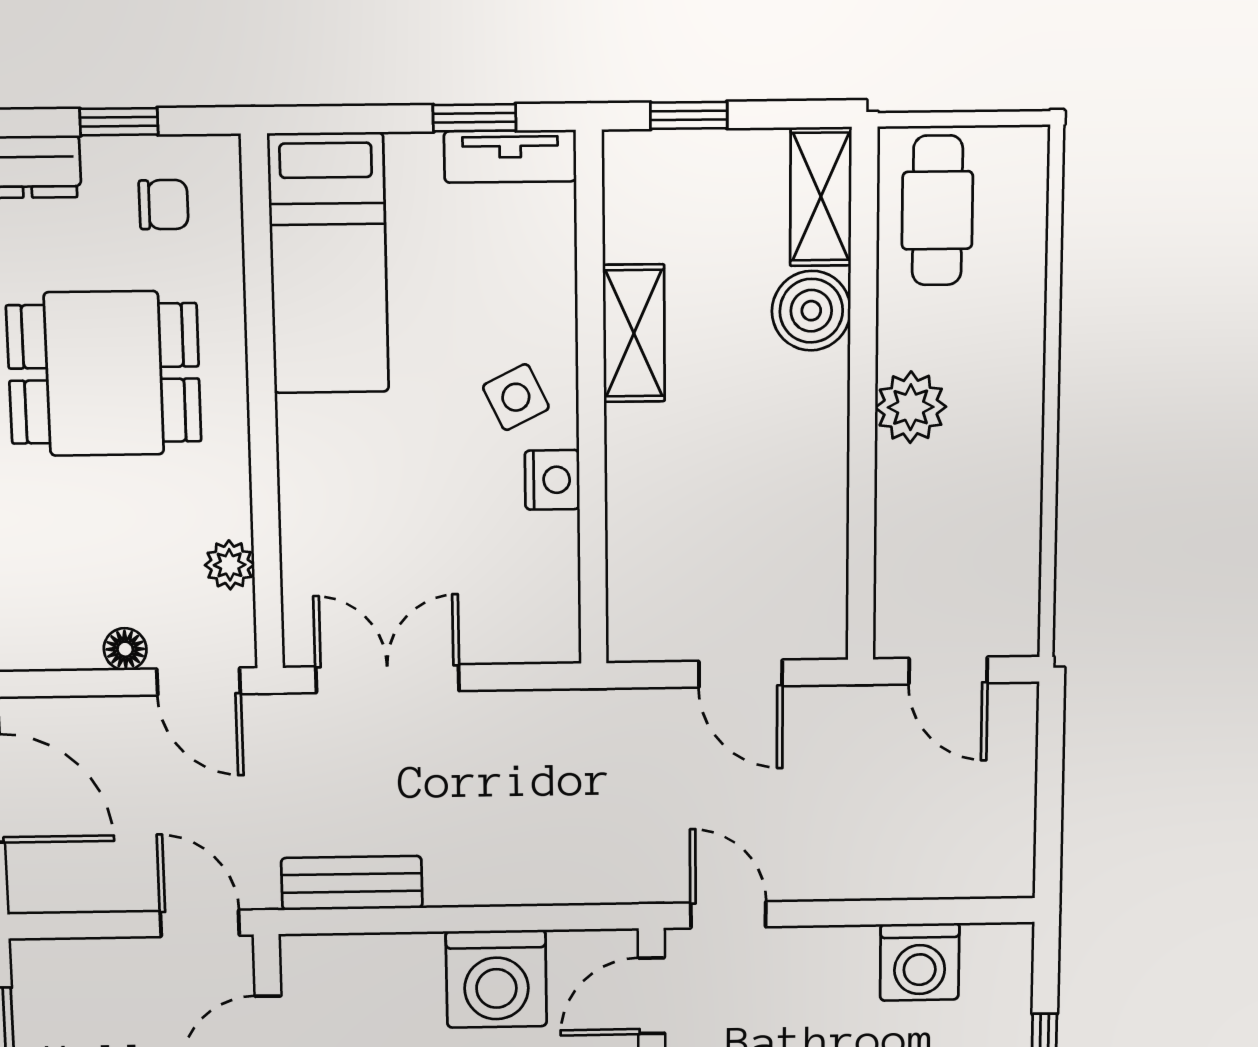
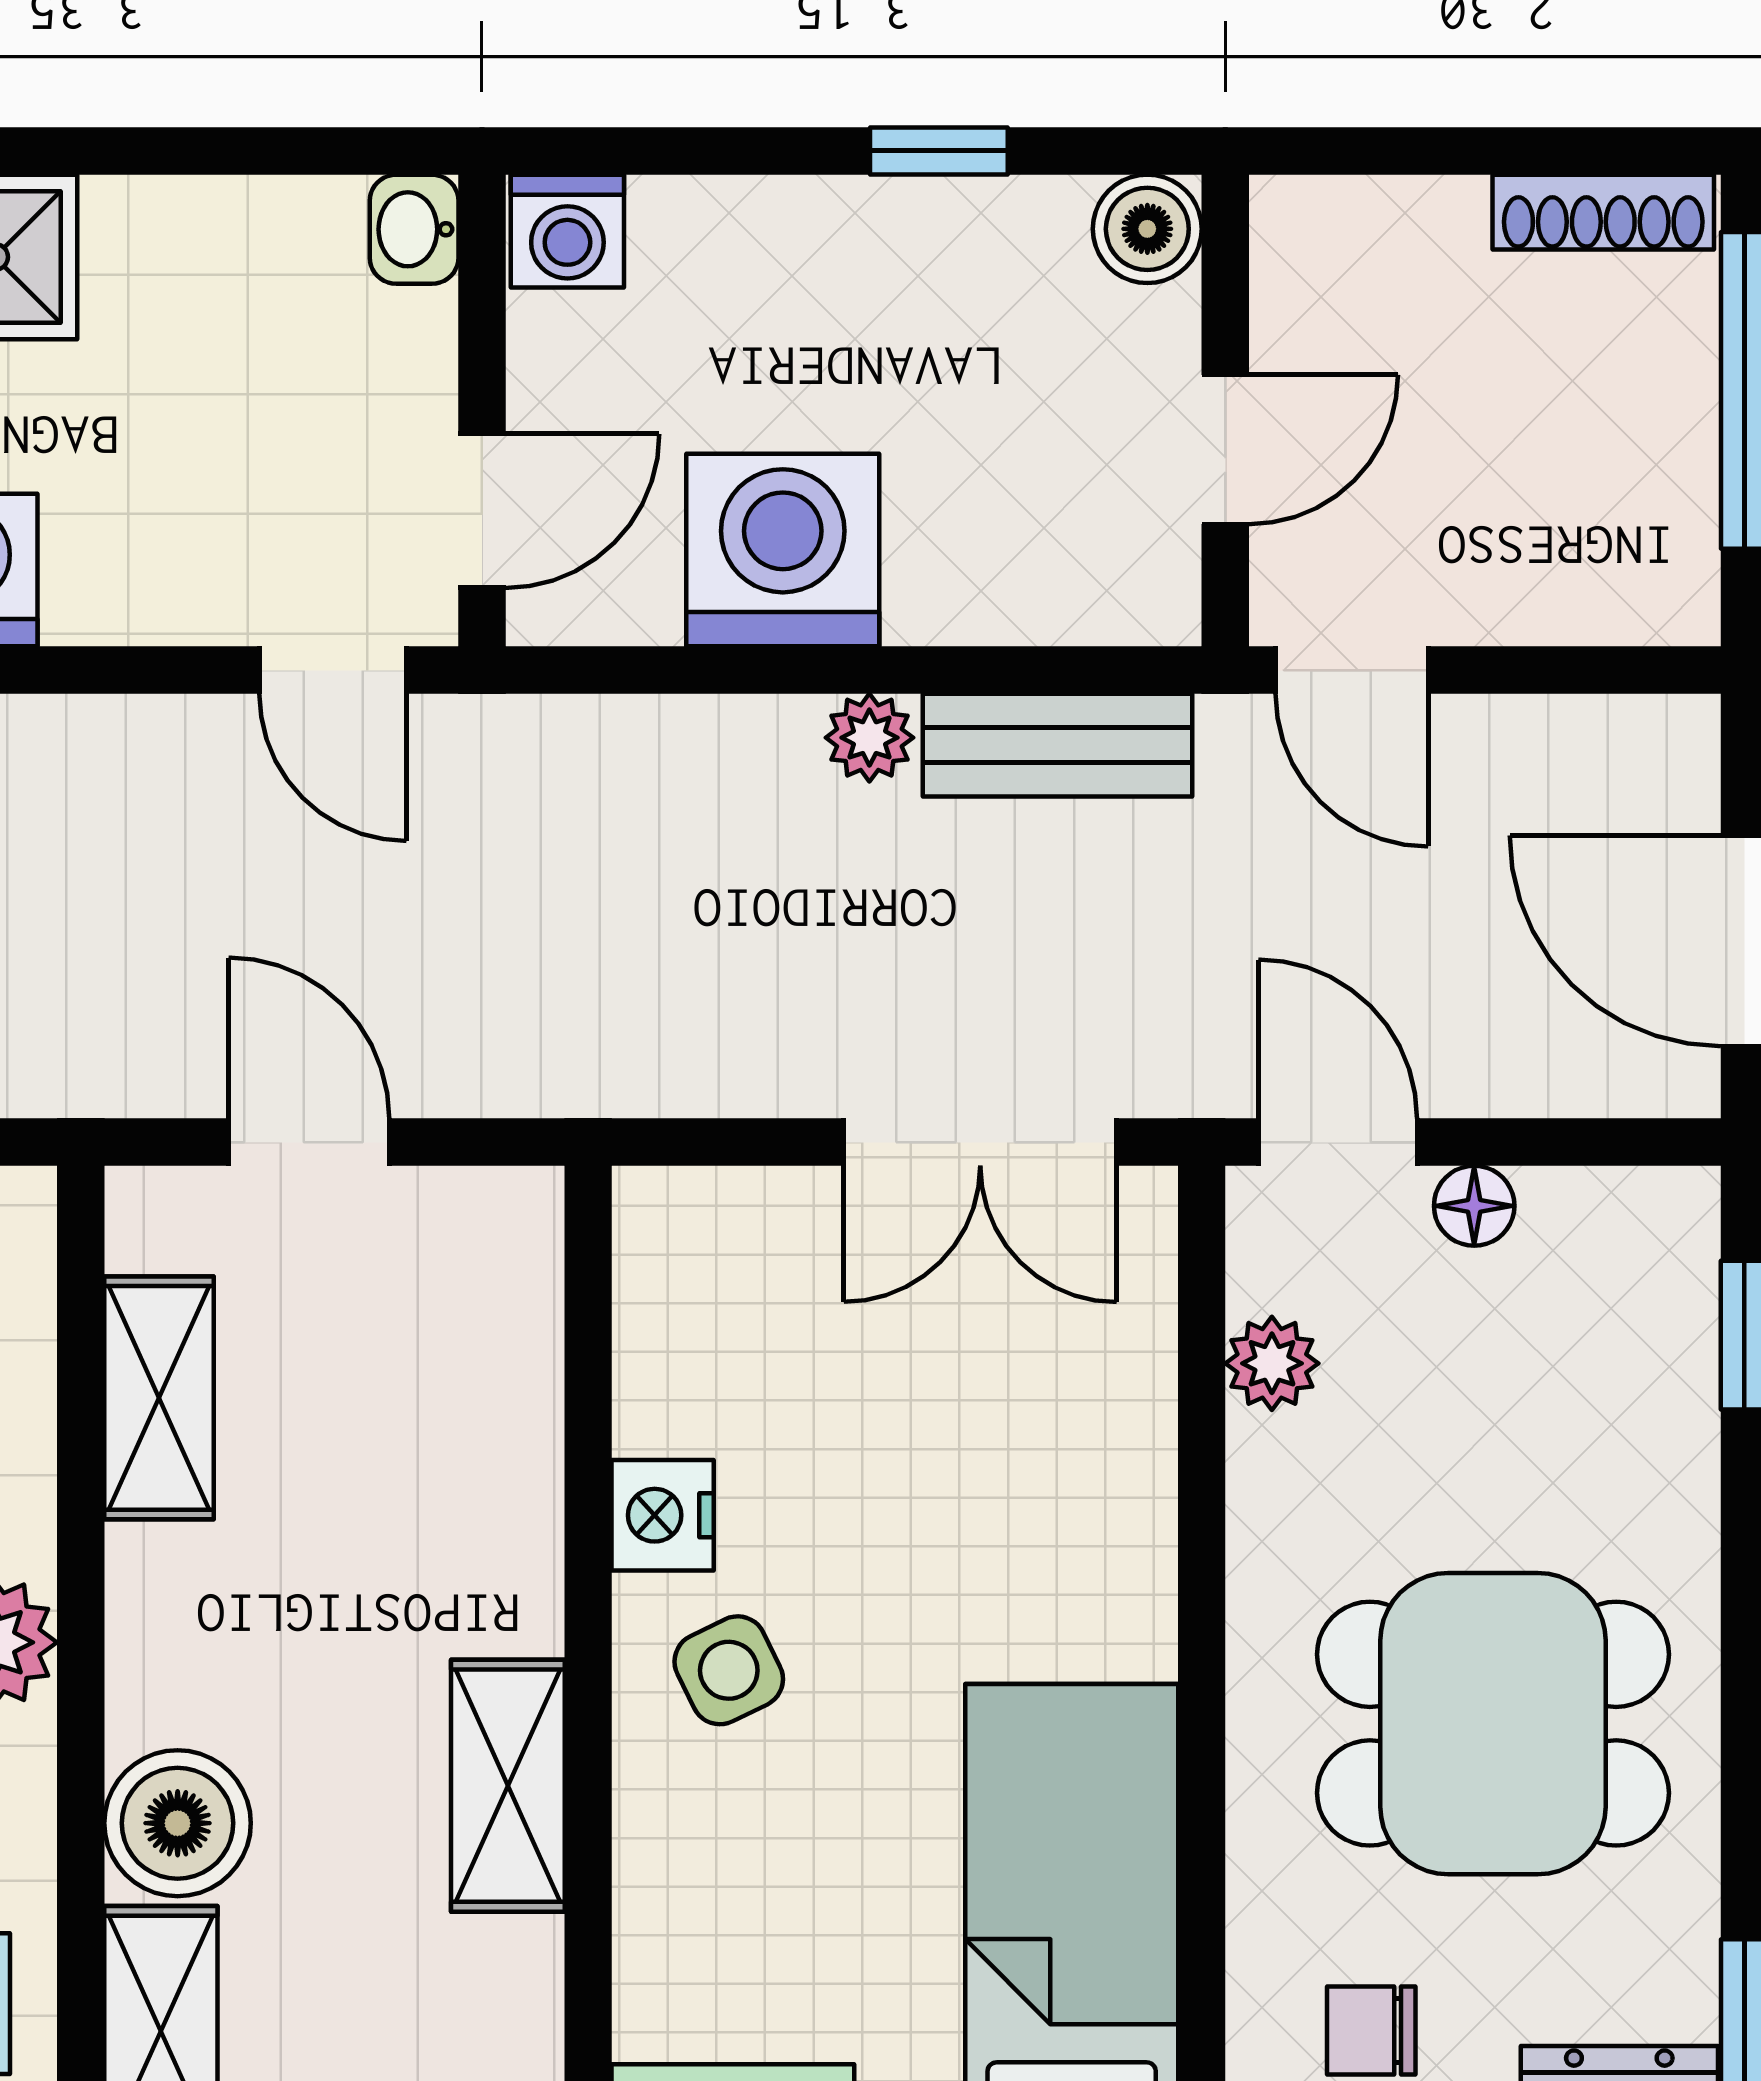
shelving: (820, 538) -> (159, 1398), added
plant: (450, 885) -> (869, 738), added

